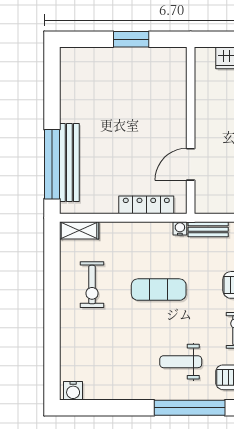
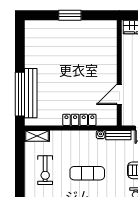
wall: (191, 130) -> (119, 73), moved
door: (191, 164) -> (119, 94), moved

